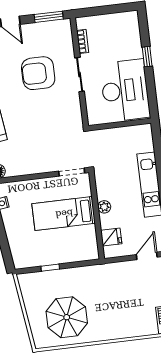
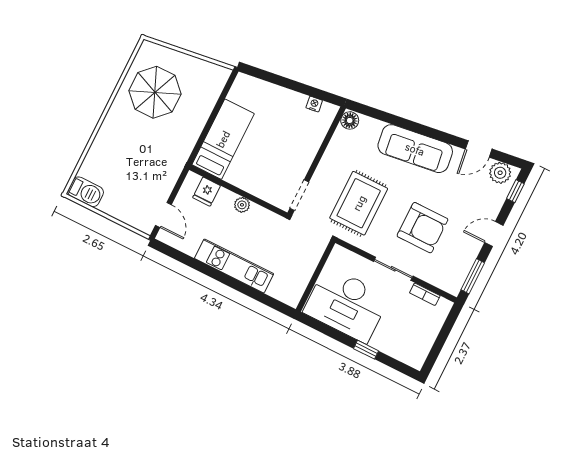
armchair: (38, 73) -> (422, 228), turned 90
rug: (50, 128) -> (359, 203), added
bed: (64, 214) -> (223, 139), moved
window: (50, 268) -> (217, 109), removed

